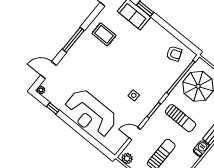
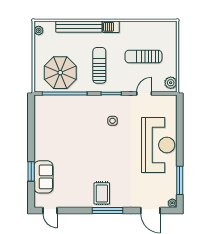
rug: (104, 34) -> (102, 193), moved
armchair: (174, 54) -> (49, 116), removed
window: (53, 108) -> (180, 180), width x2.17
door: (135, 134) -> (144, 94), swing flipped

